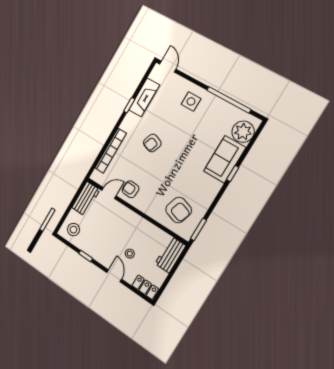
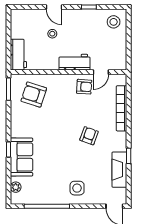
plant: (243, 132) -> (16, 187), width x0.53, depth x0.53
workbench: (86, 199) -> (75, 62), moved, turned 90
locker: (145, 287) -> (23, 15), removed

